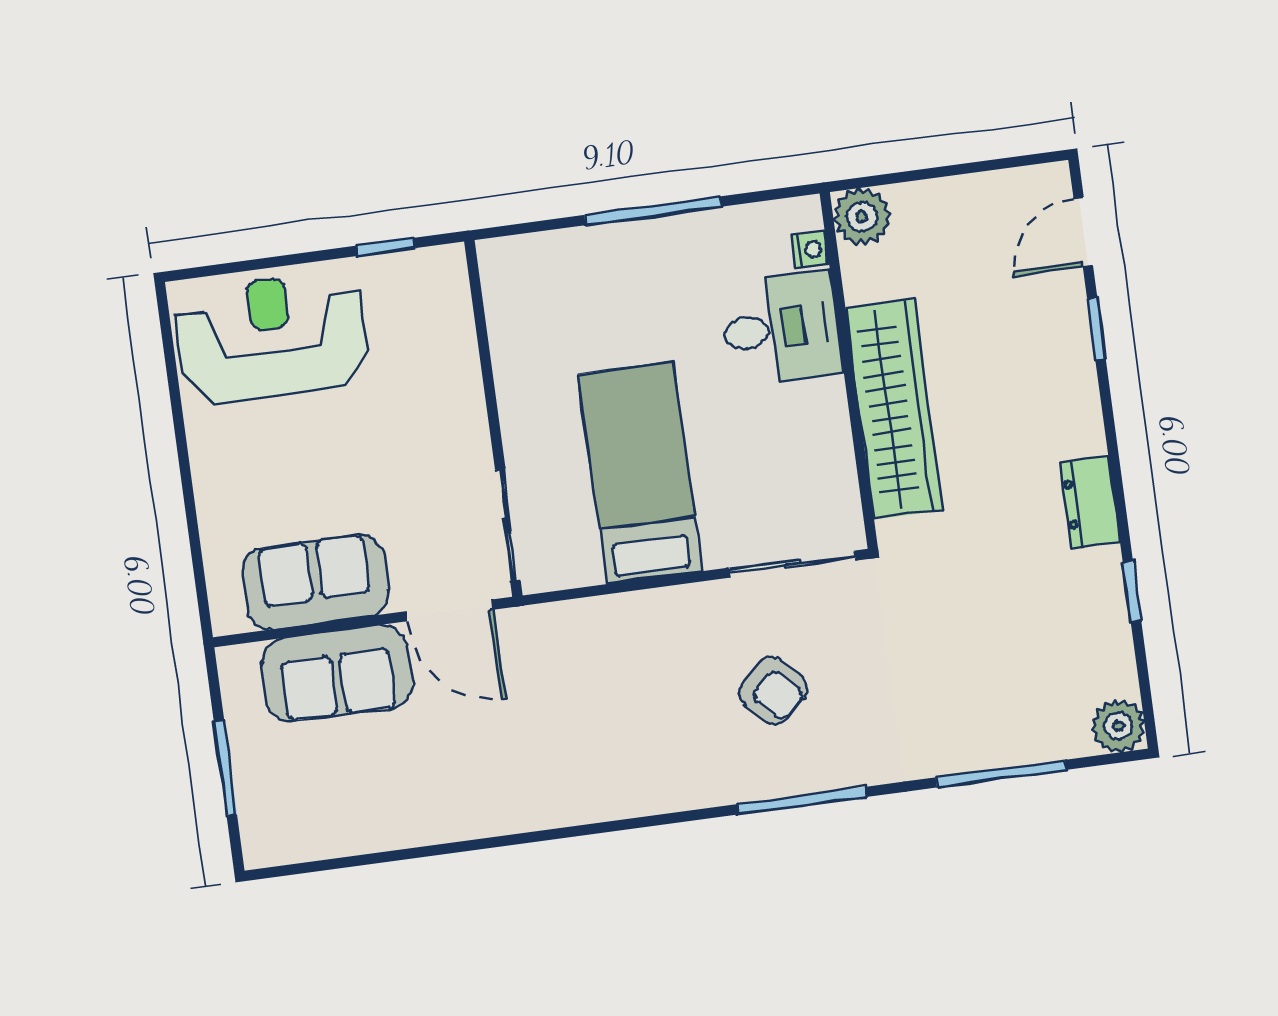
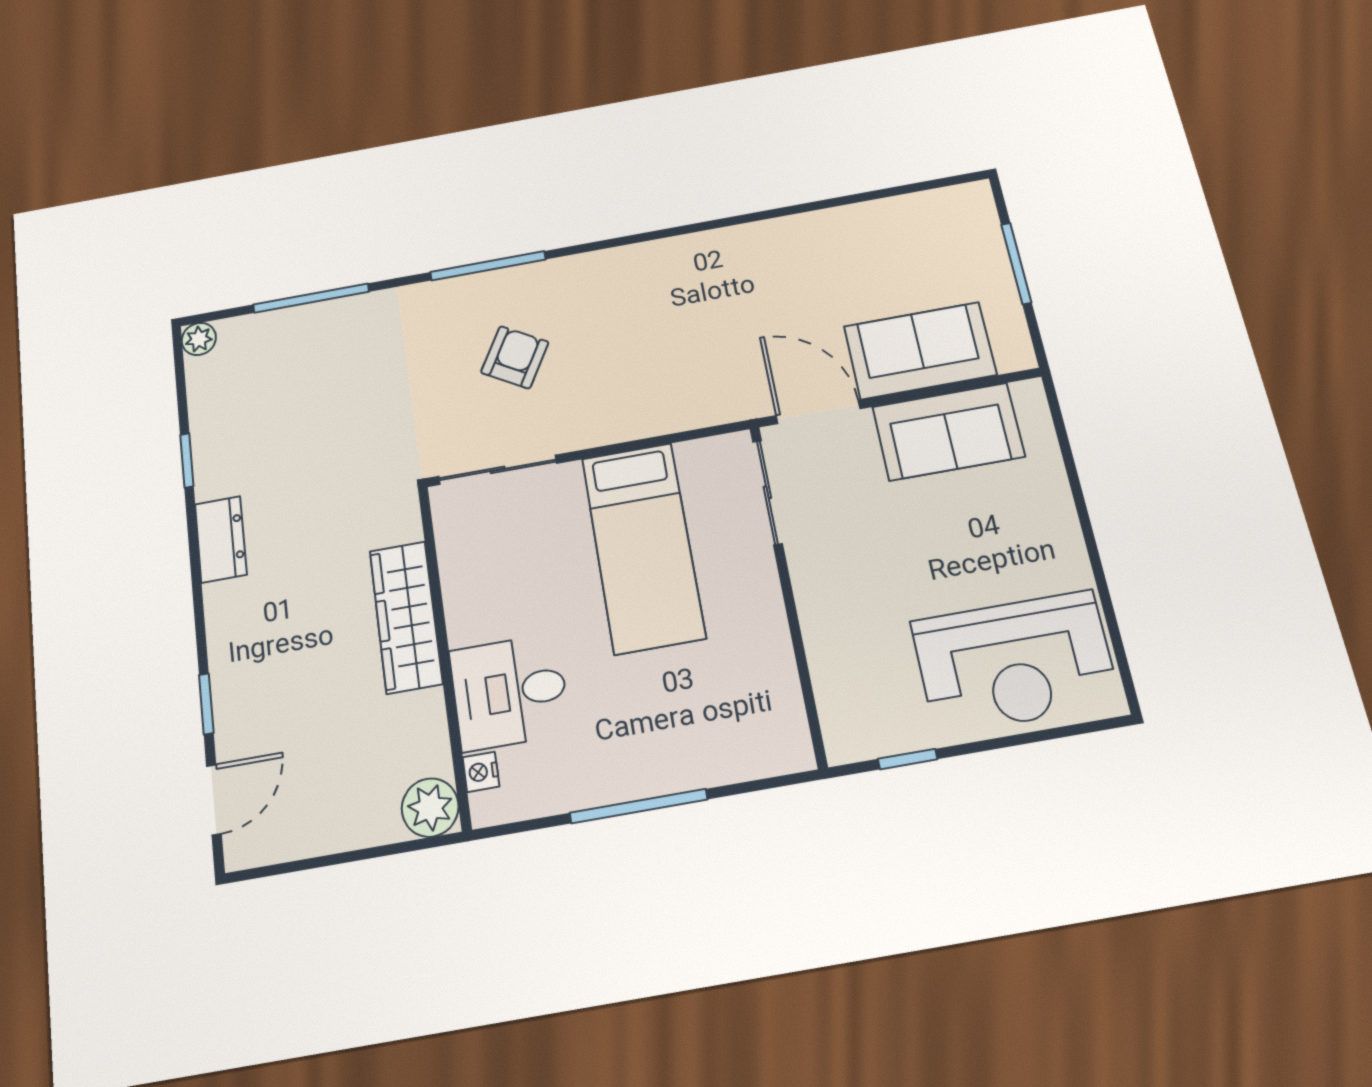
wardrobe: (894, 409) -> (406, 617), width x0.71, depth x0.85
armchair: (773, 691) -> (515, 357), turned 73
plant: (1118, 726) -> (199, 339), width x0.73, depth x0.73

